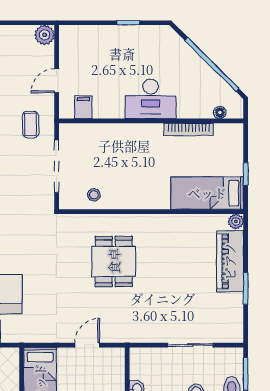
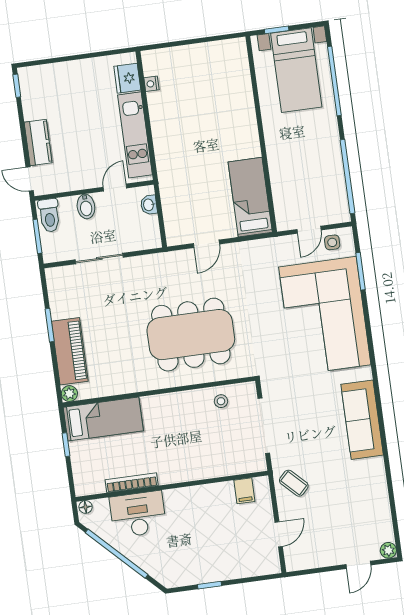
plant: (45, 35) -> (295, 561), removed
door: (57, 81) -> (279, 534), moved
desk: (151, 99) -> (138, 514), moved
floor lamp: (220, 112) -> (86, 507), moved
coffee table: (31, 124) -> (294, 483), moved, turned -45
dining table: (114, 261) -> (191, 335), width x1.88, depth x1.24

